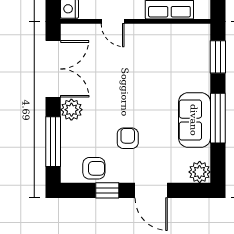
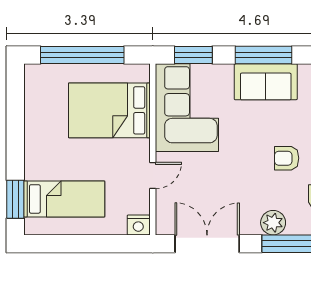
corner sofa: (172, 51) -> (187, 108), added
plant: (71, 110) -> (273, 223), moved

